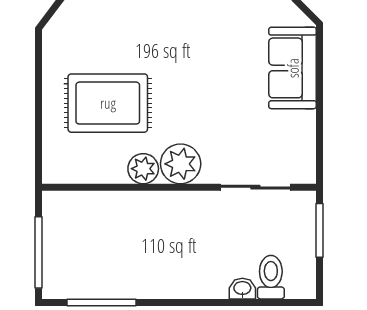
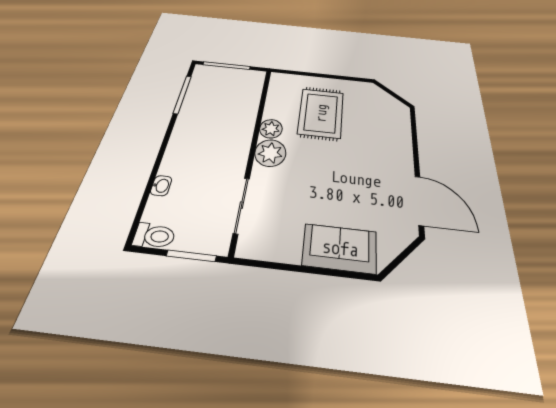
toilet: (271, 277) -> (154, 236), moved

